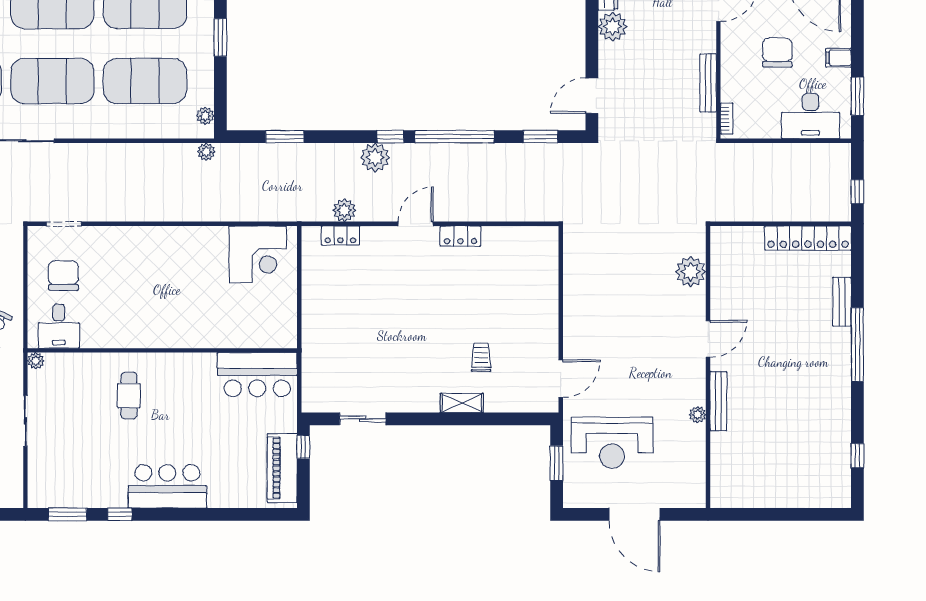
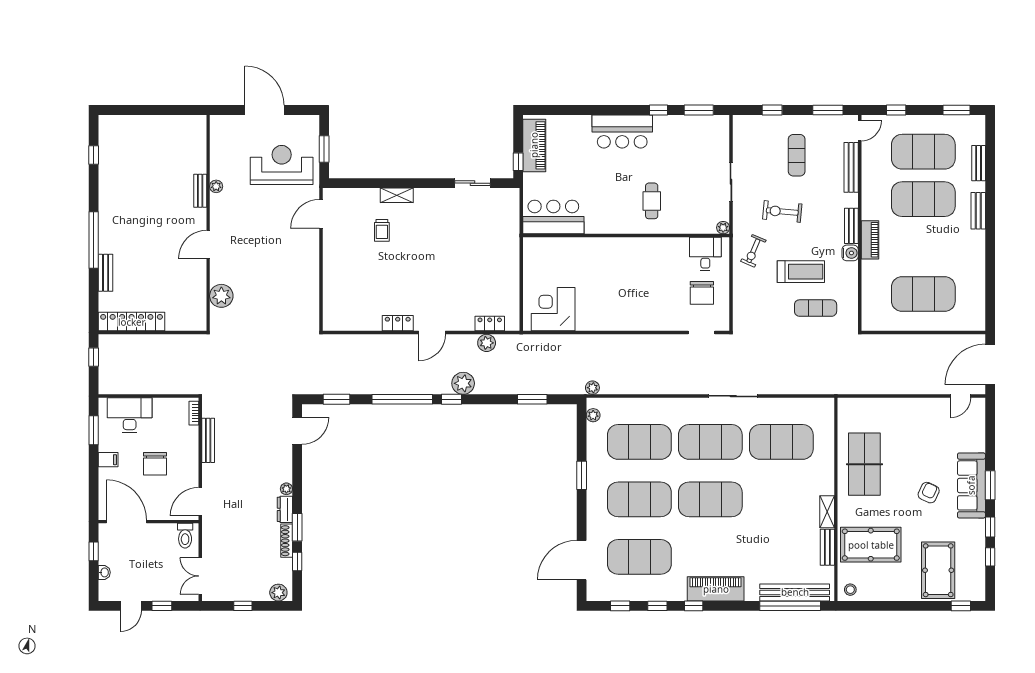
plant: (613, 27) -> (286, 489), width x0.53, depth x0.53
bench: (718, 401) -> (200, 191), width x0.73

